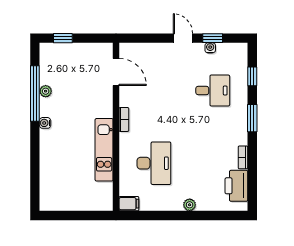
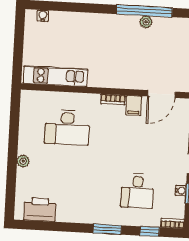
water cooler: (45, 123) -> (43, 16), moved
kitchen unit: (104, 150) -> (55, 76), moved
bookcase: (243, 157) -> (172, 223), moved
filing cabinet: (129, 204) -> (134, 106), moved

